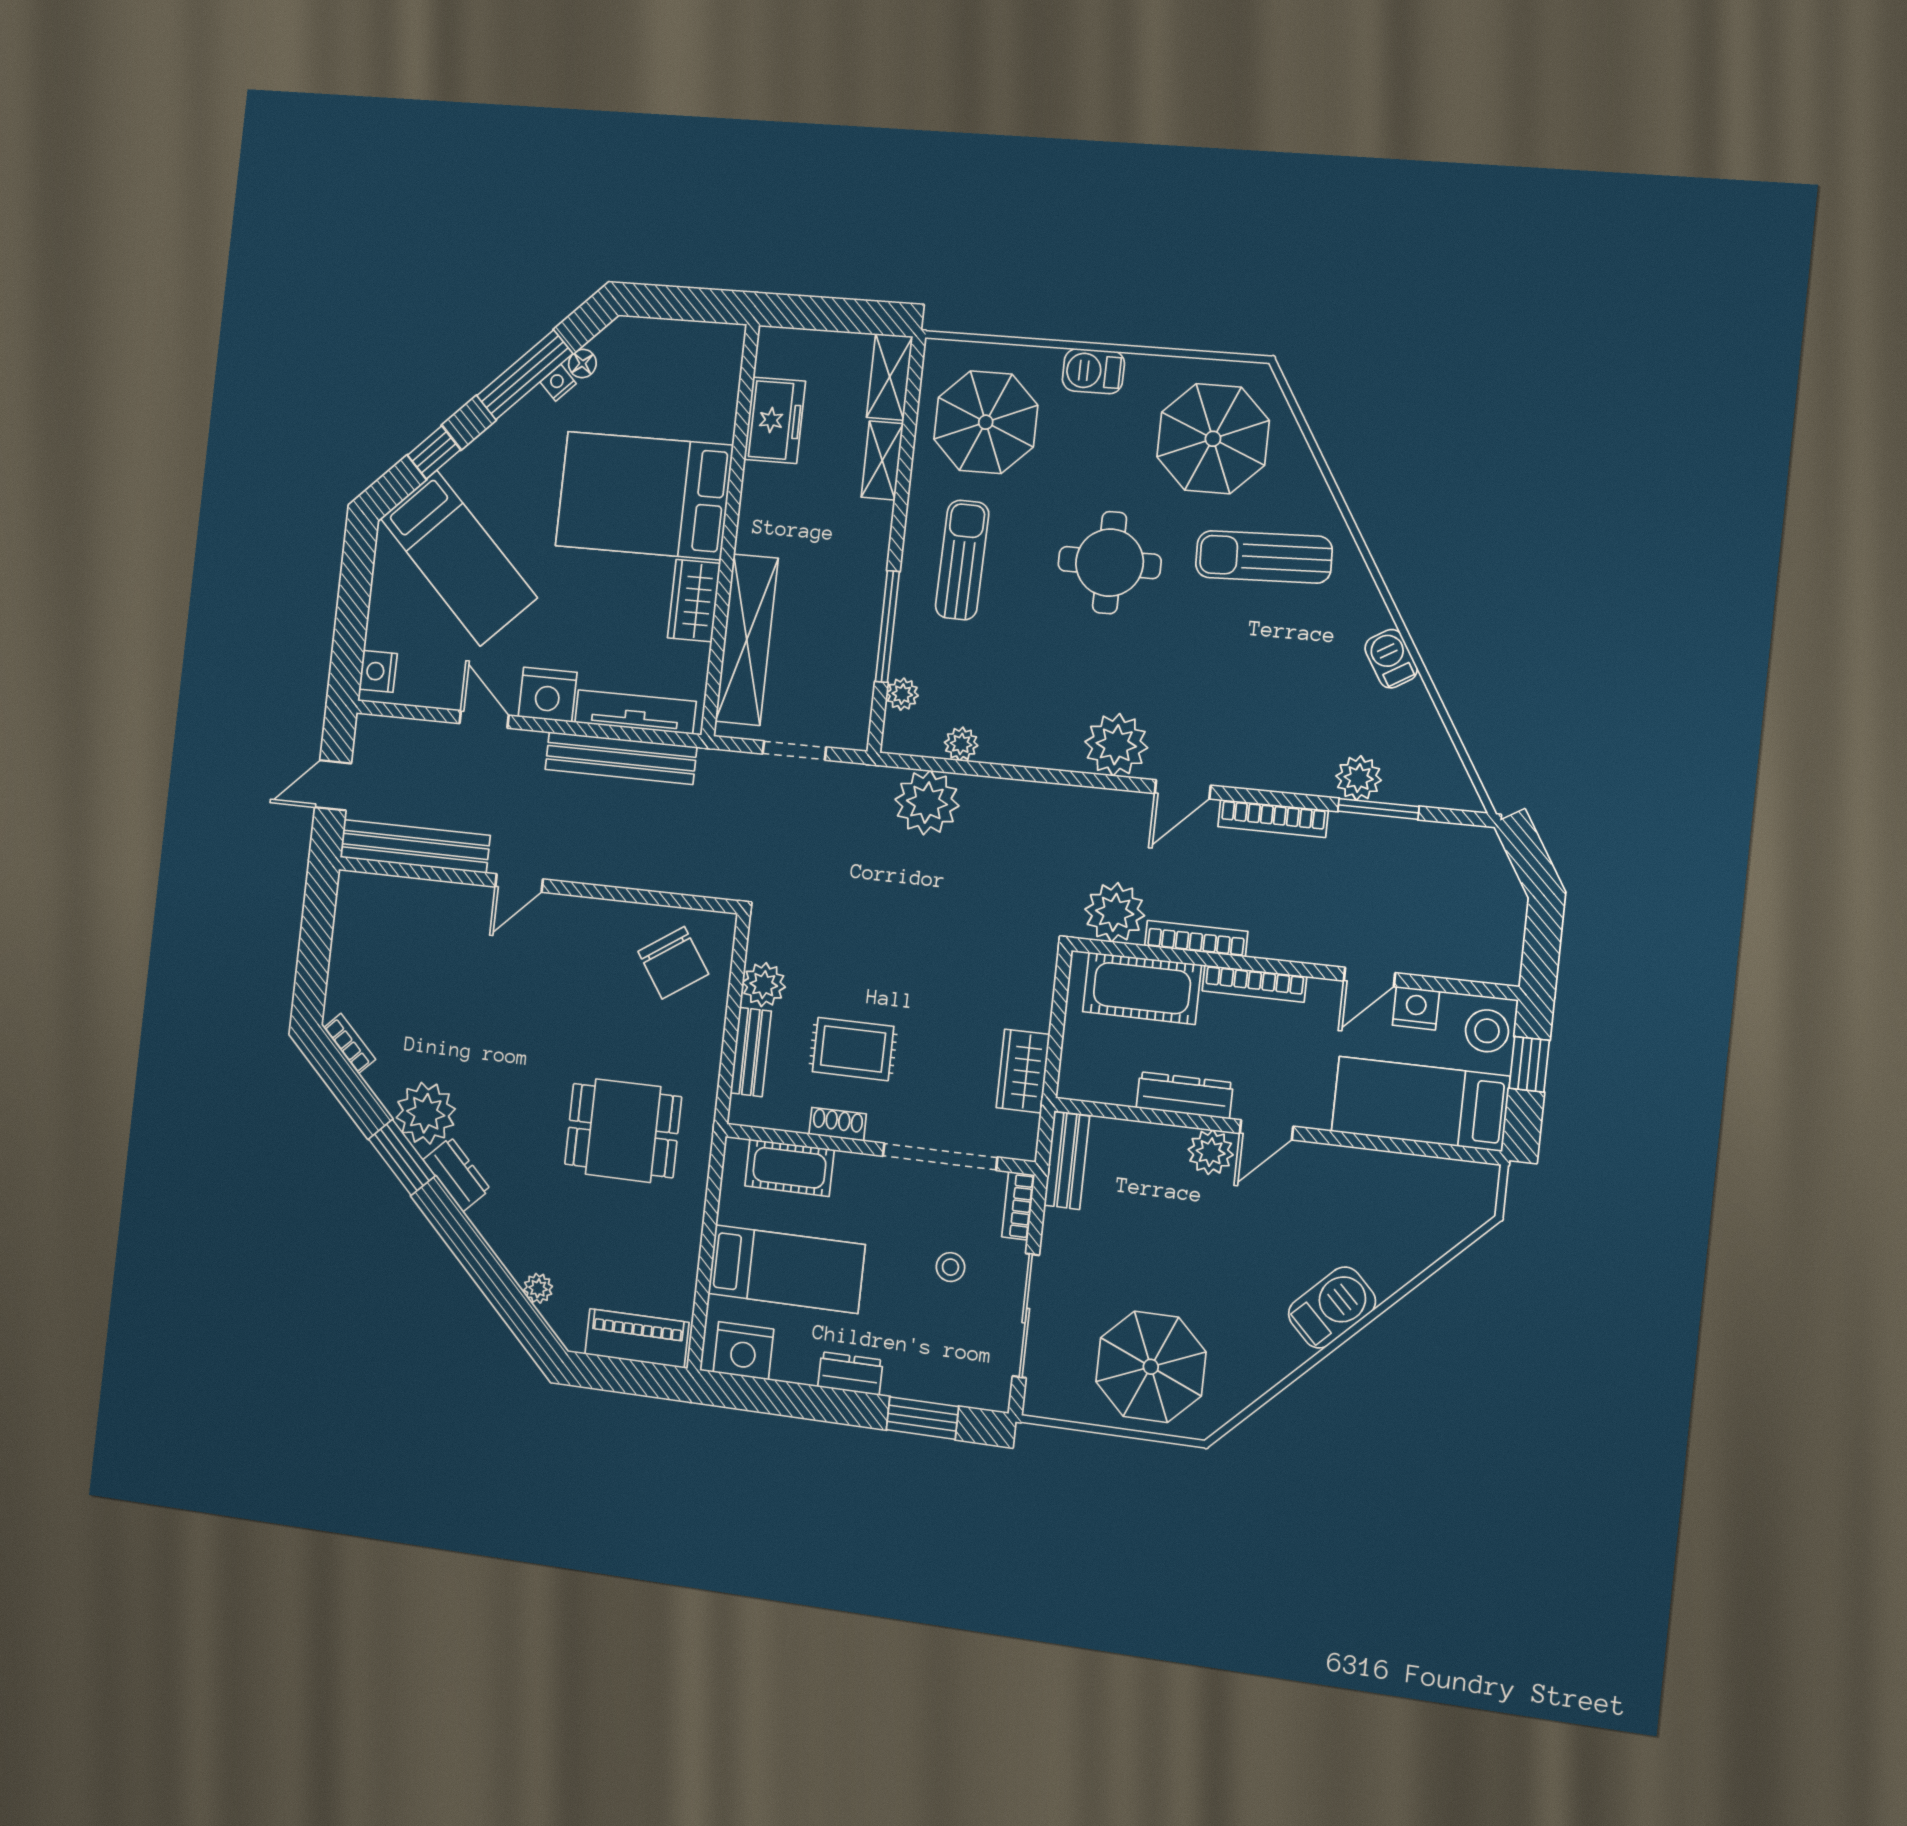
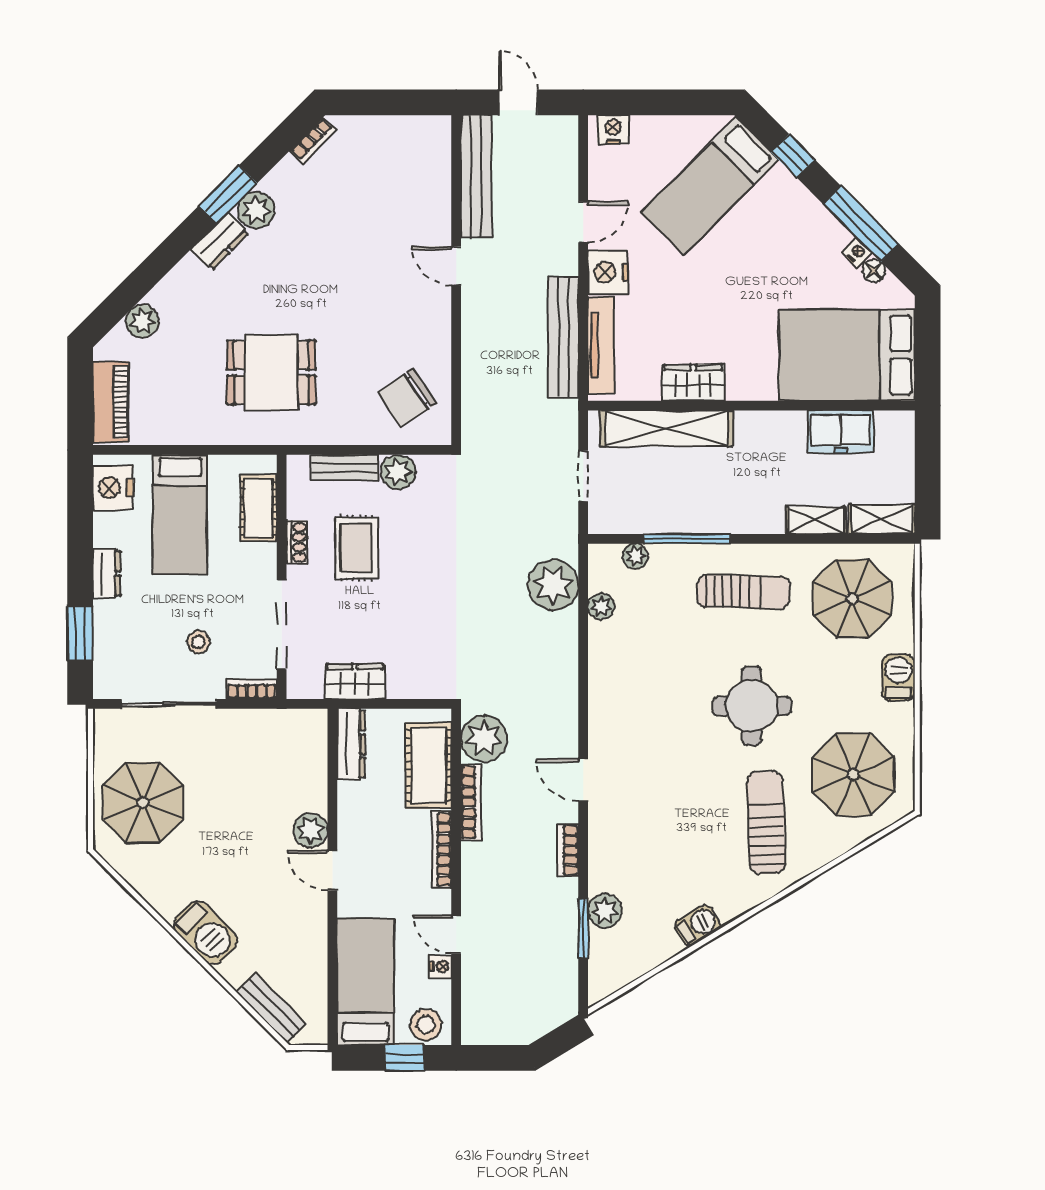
bed: (644, 496) -> (847, 355), moved, turned -90
plant: (1116, 745) -> (612, 726), removed
bookcase: (1273, 818) -> (568, 850), width x0.64
nightstand: (1416, 1008) -> (441, 967), width x0.72, depth x0.74
dresser: (1185, 1095) -> (351, 744), moved
plant: (426, 1113) -> (256, 210), width x0.73, depth x0.73
dining table: (623, 1131) -> (271, 372), turned 90
bench: (1067, 1161) -> (271, 1008), moved, turned 45
plant: (538, 1288) -> (142, 321), width x1.38, depth x1.38

